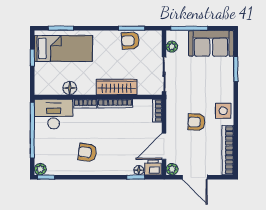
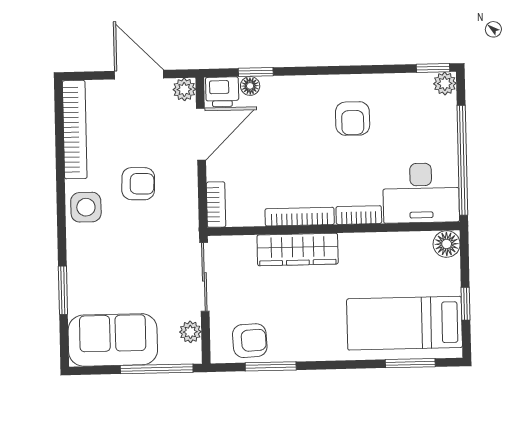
armchair: (130, 41) -> (250, 341), moved
floor lamp: (70, 88) -> (447, 244), moved
armchair: (87, 153) -> (353, 119), turned 83

